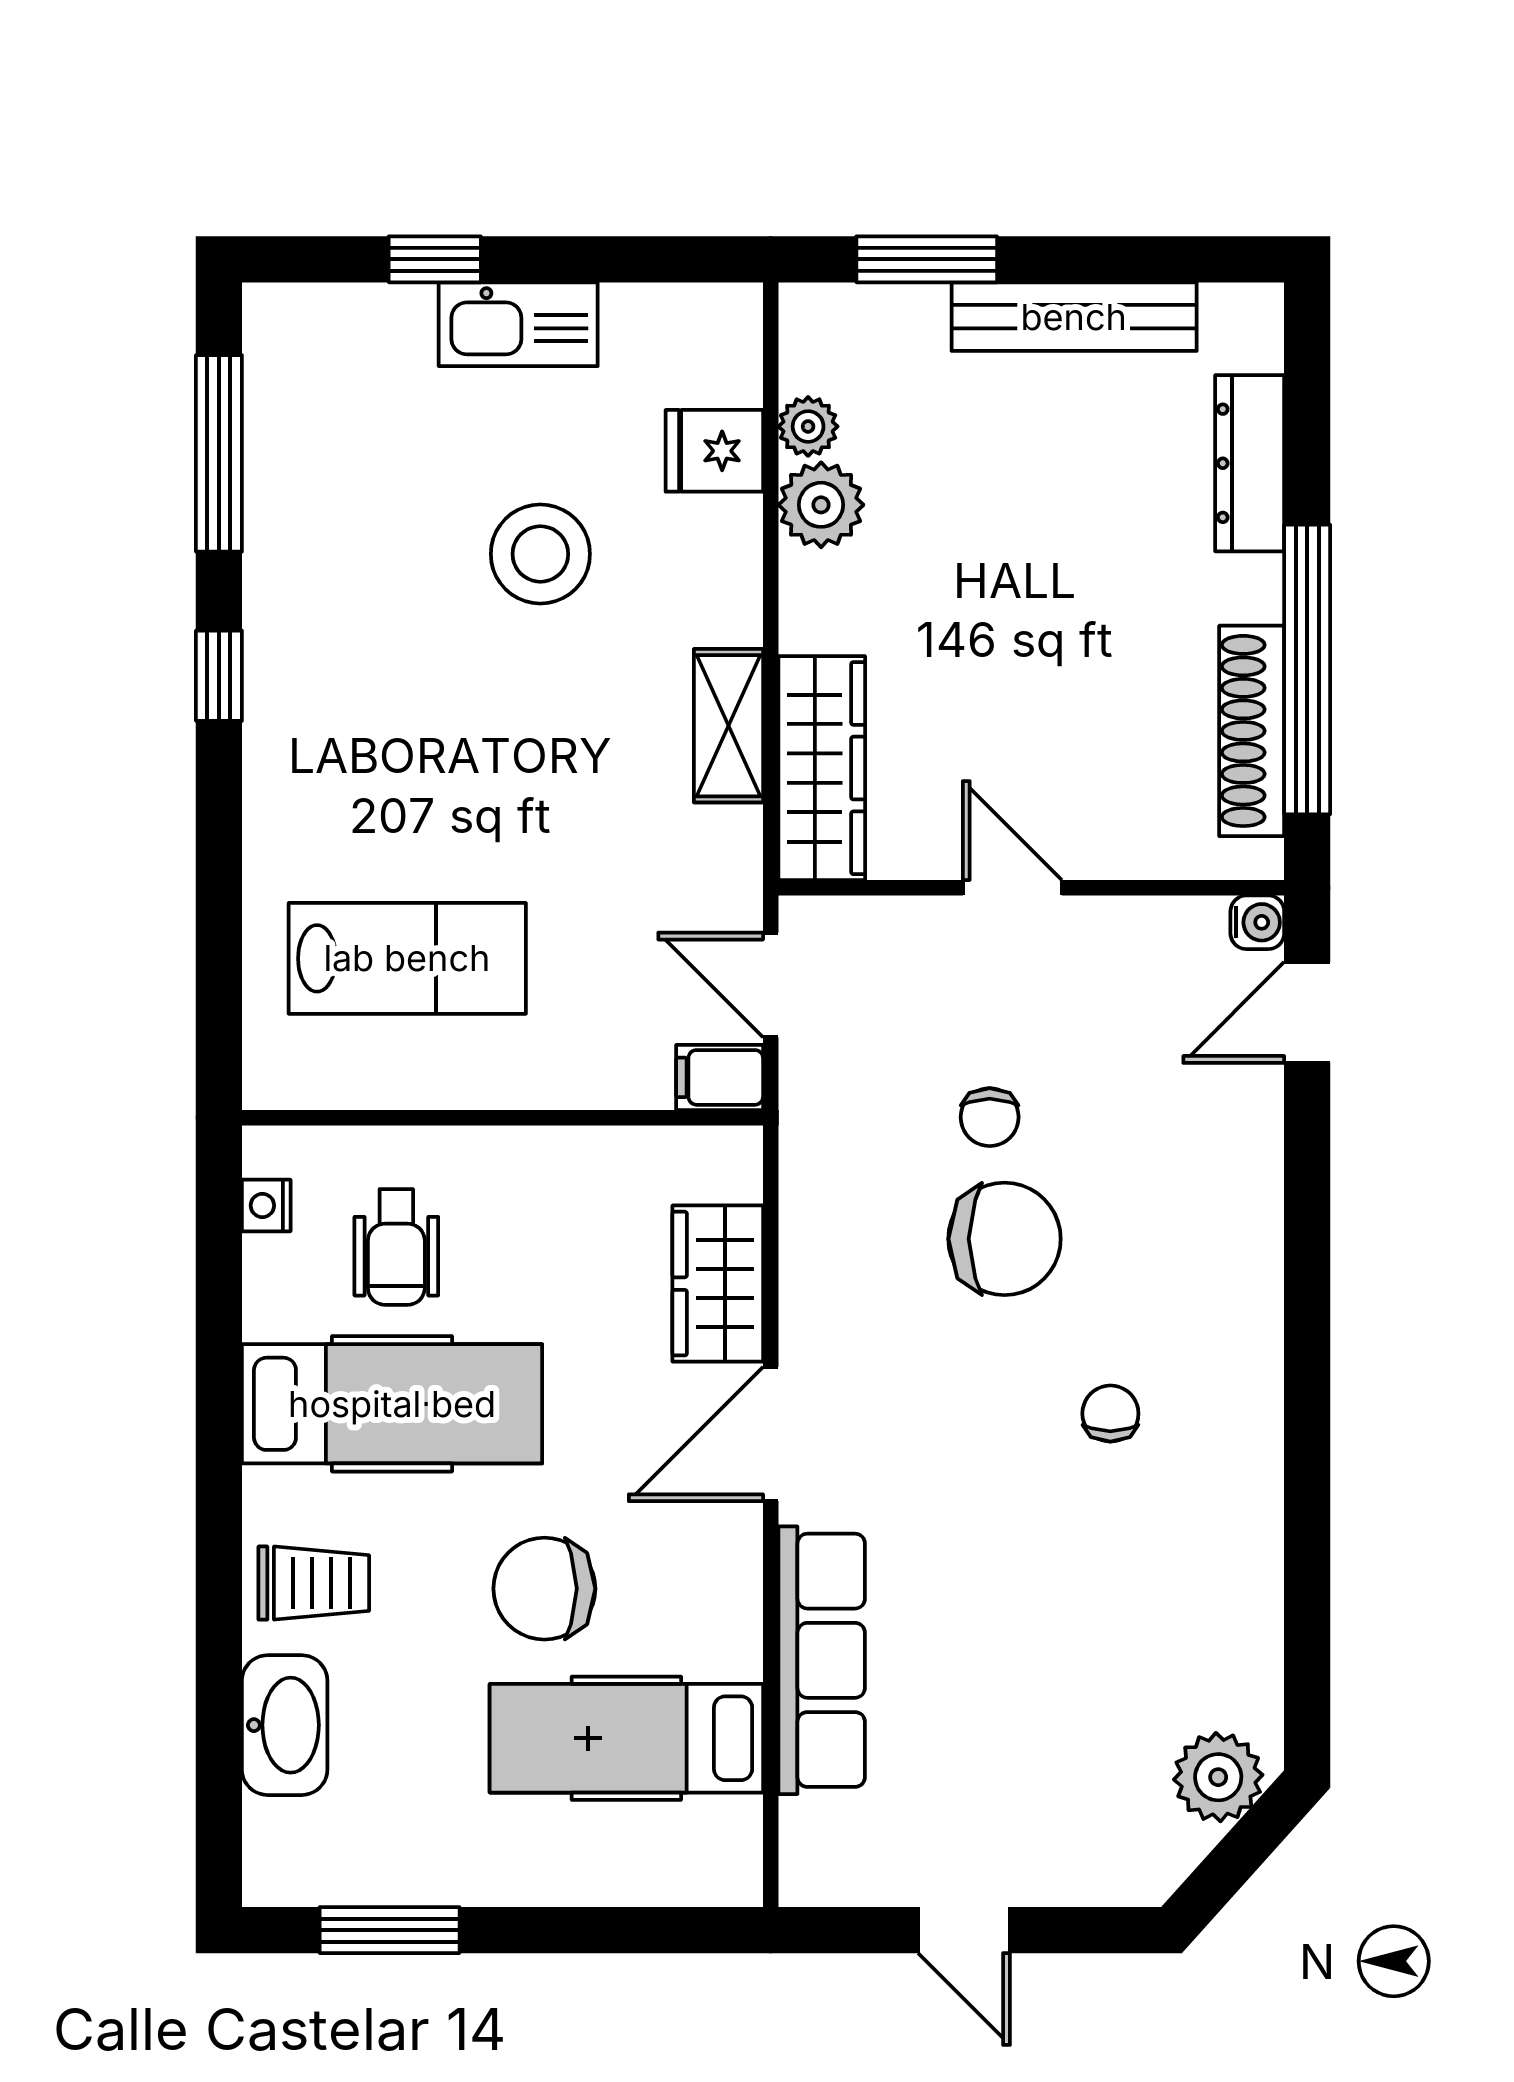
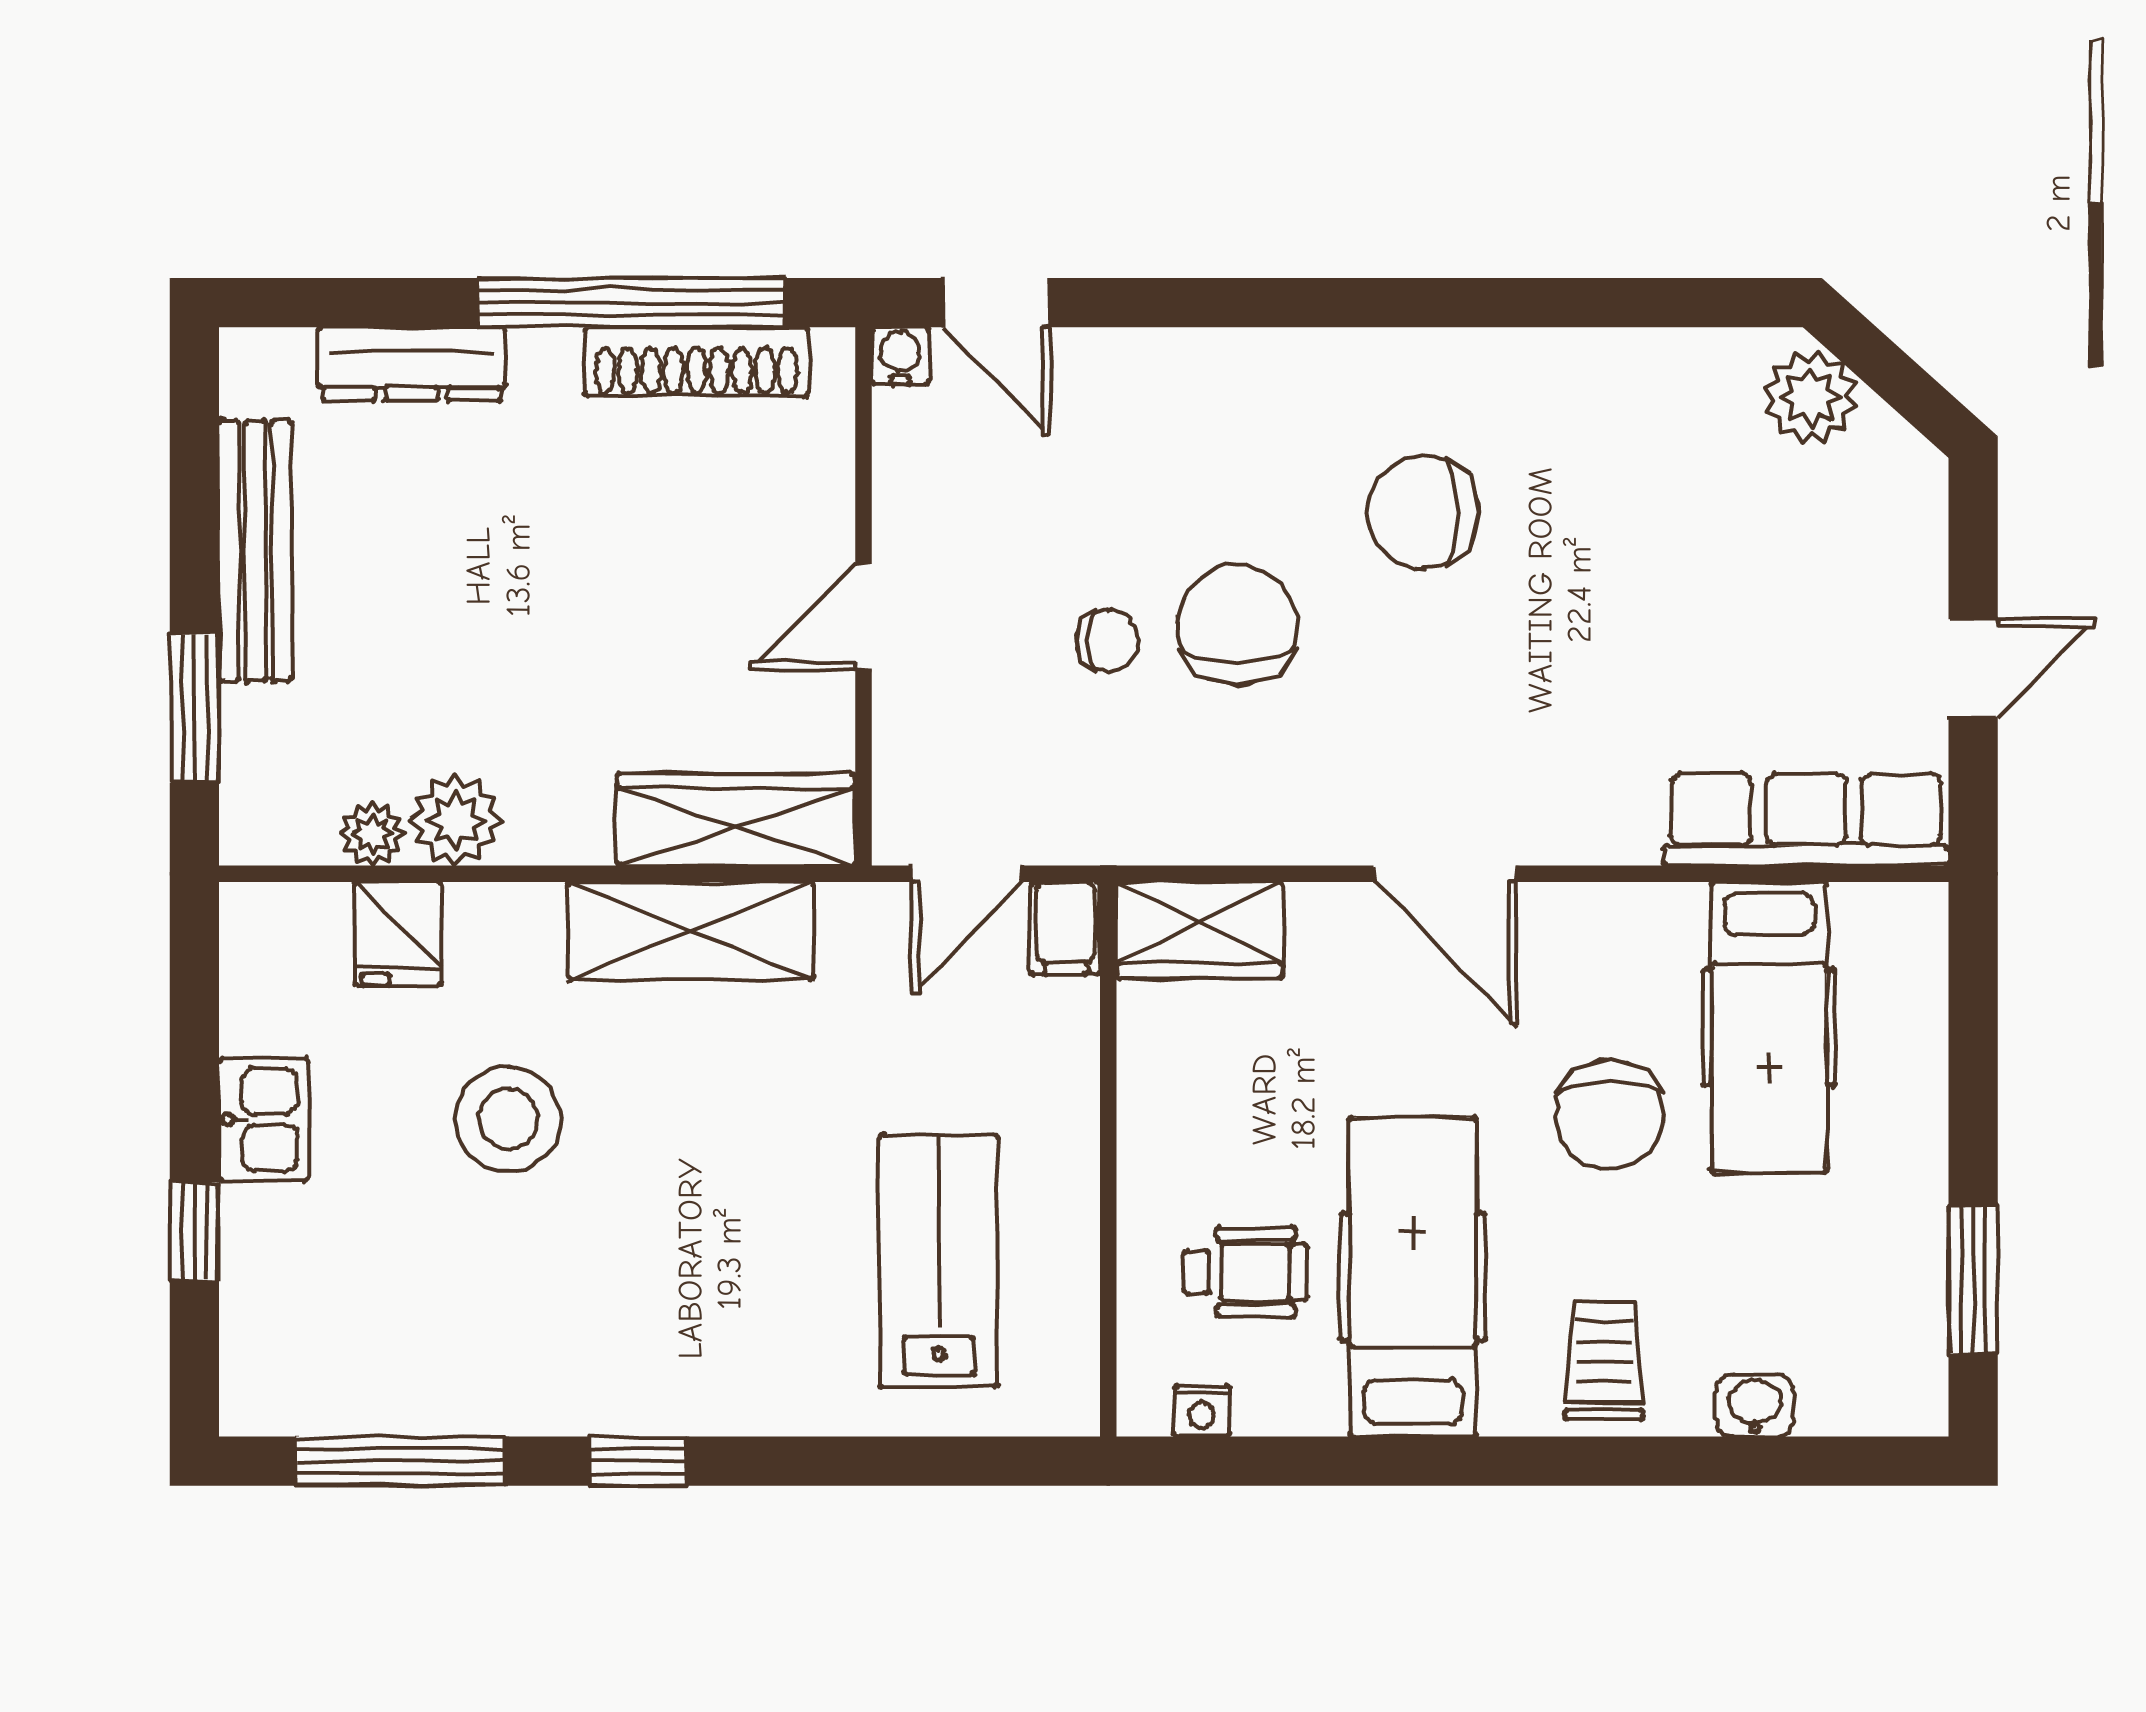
kitchen sink: (518, 324) -> (264, 1120), width x0.73
shelving: (729, 726) -> (691, 931), width x1.50, depth x1.33
wardrobe: (718, 1284) -> (1200, 930), moved
chair: (1110, 1414) -> (1423, 512), width x1.87, depth x1.87
row of seats: (822, 1660) -> (1806, 820), moved
washbasin: (285, 1725) -> (1755, 1405), width x0.52, depth x0.69

